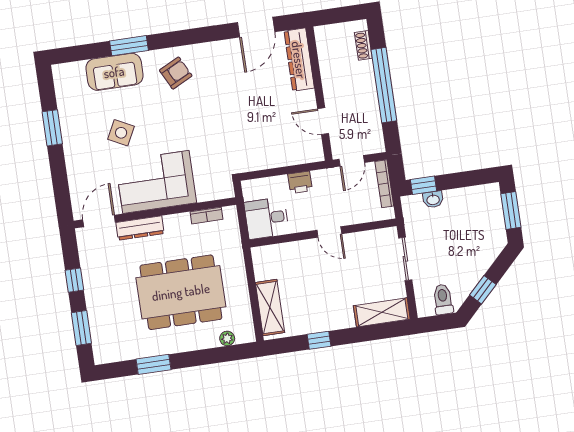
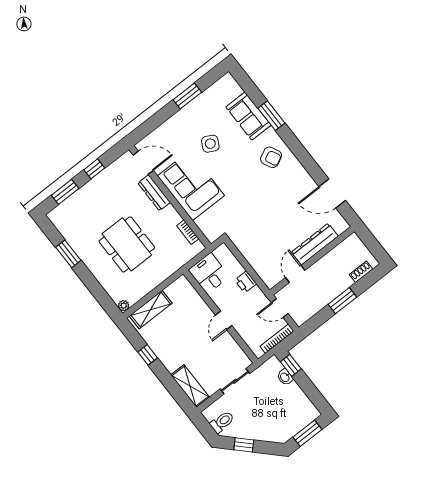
dresser: (299, 60) -> (315, 244), moved
window: (384, 85) -> (342, 301), width x0.47
dining table: (181, 292) -> (127, 244), width x0.73, depth x0.80
plant: (227, 338) -> (124, 306), moved

